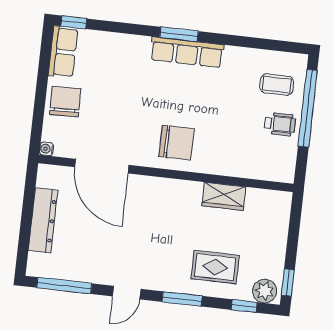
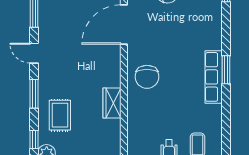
wardrobe: (224, 196) -> (112, 103), moved

